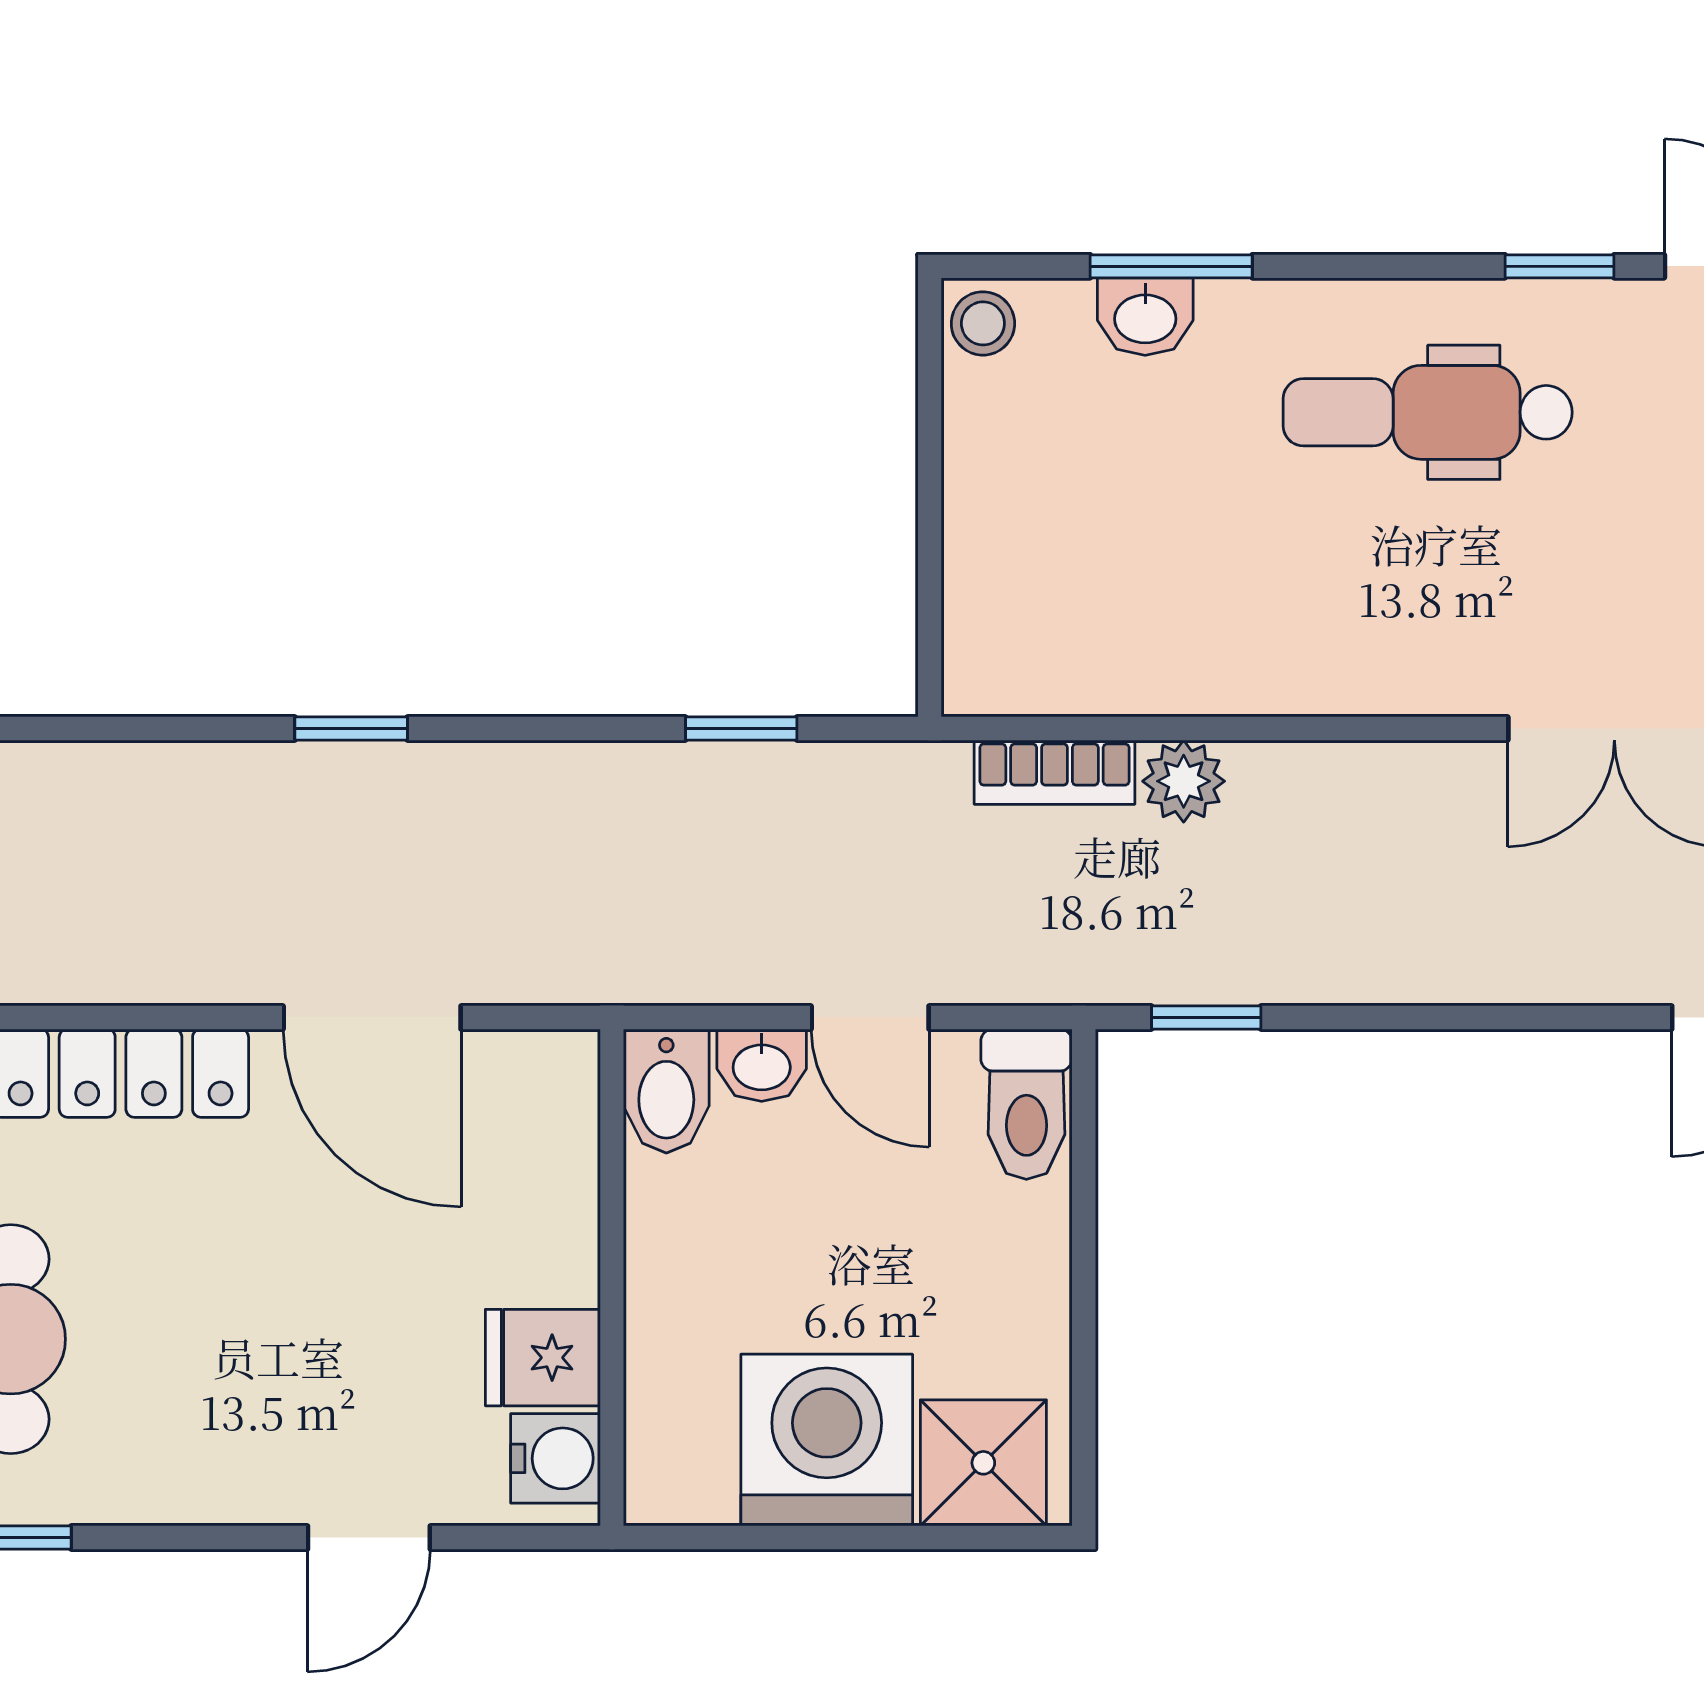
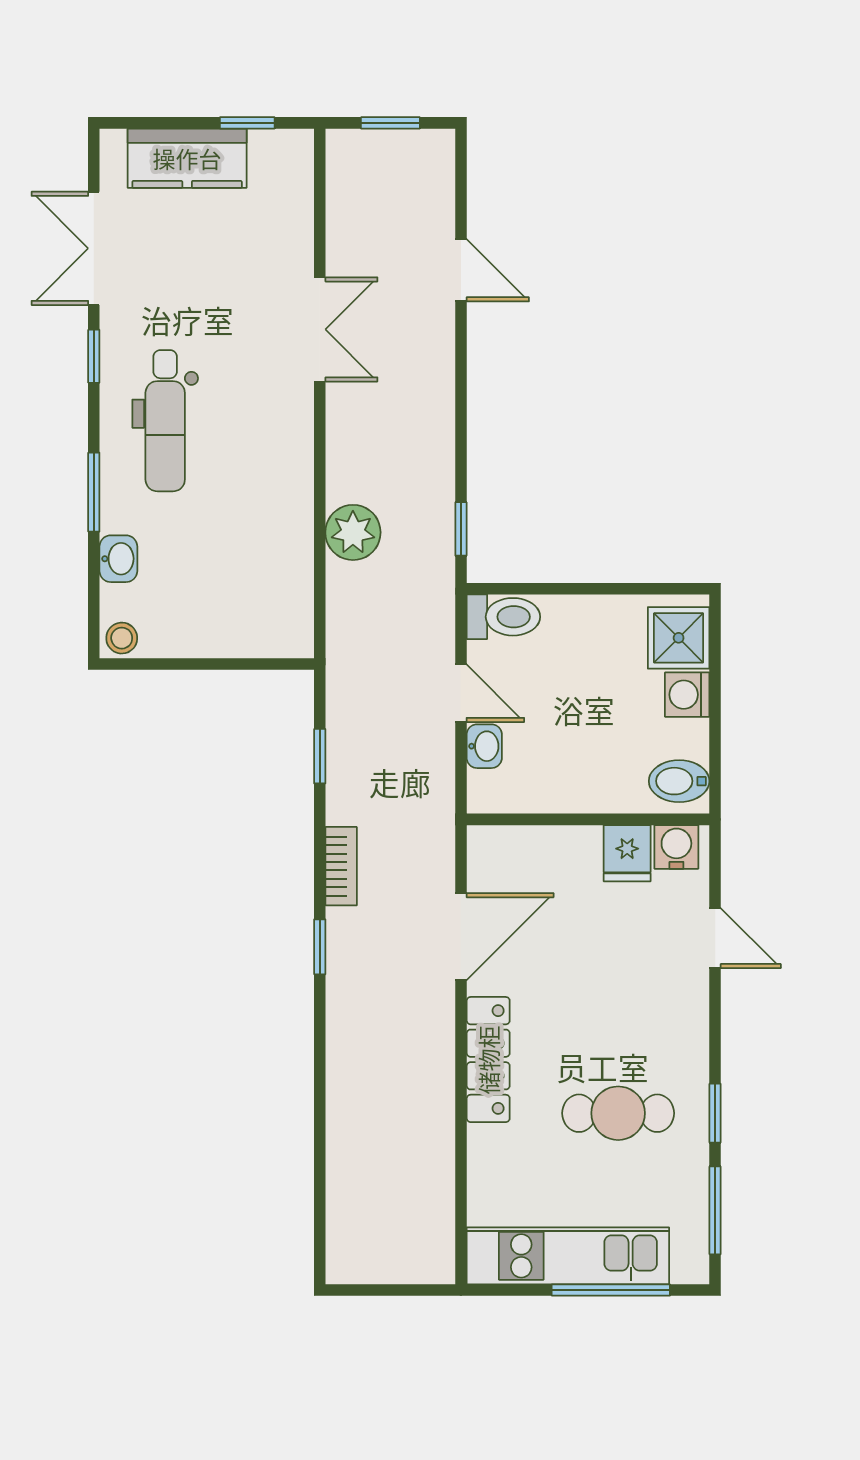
window: (1171, 266) -> (94, 492), moved
bookcase: (1054, 772) -> (341, 866), moved
plant: (1184, 781) -> (353, 532), width x1.38, depth x1.38
door: (870, 1017) -> (461, 693), hinge flipped
bidet: (666, 1091) -> (679, 781), moved, turned 180
washing machine: (827, 1440) -> (687, 695), width x0.53, depth x0.53

